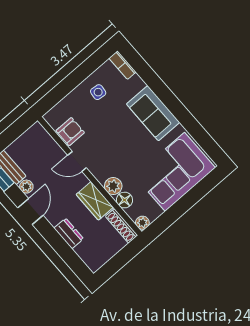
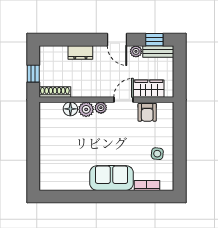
bookcase: (123, 65) -> (147, 186), moved
corner sofa: (175, 172) -> (60, 159), removed
wardrobe: (95, 201) -> (149, 89), moved
plant: (142, 223) -> (101, 108), moved
window: (122, 258) -> (33, 74), added

